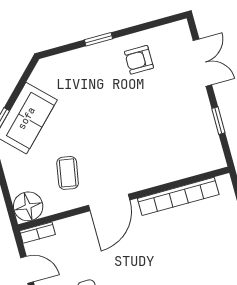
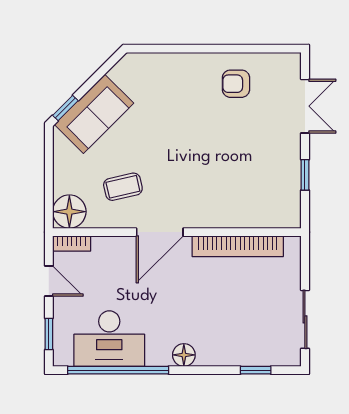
window: (98, 39) -> (198, 49), removed
coffee table: (68, 173) -> (123, 187), turned 67

